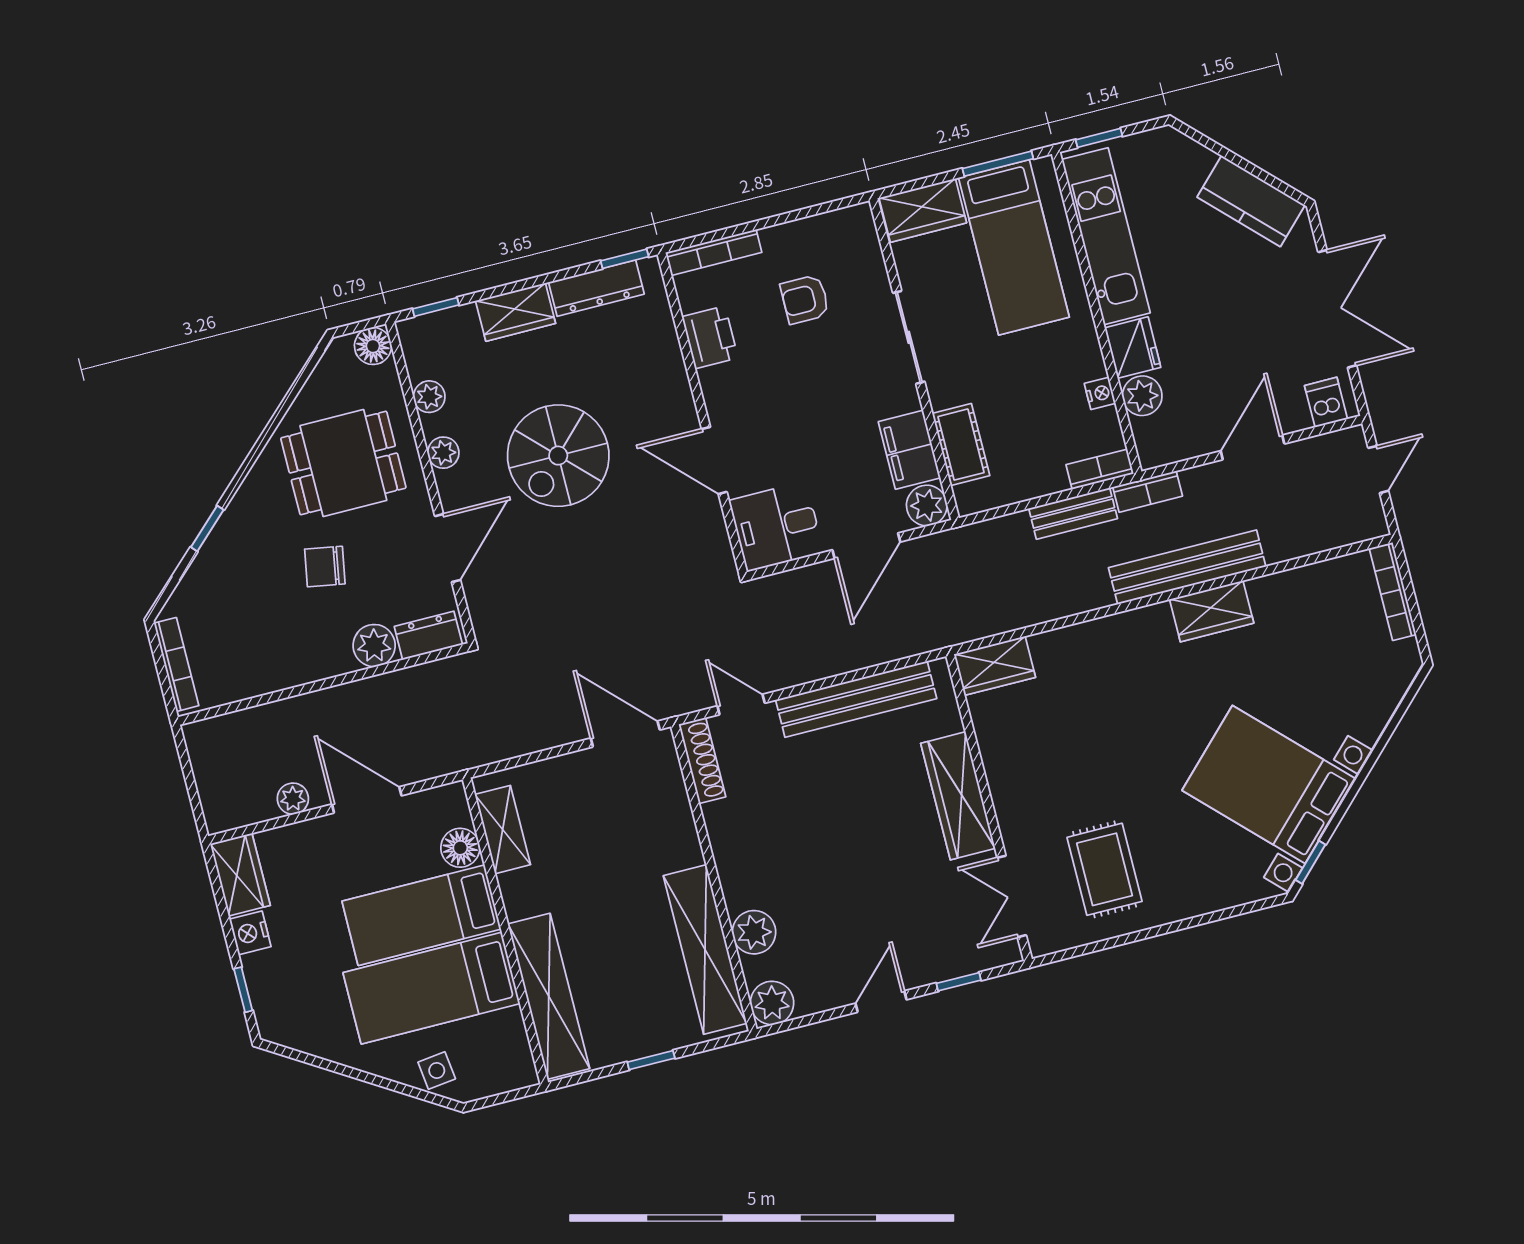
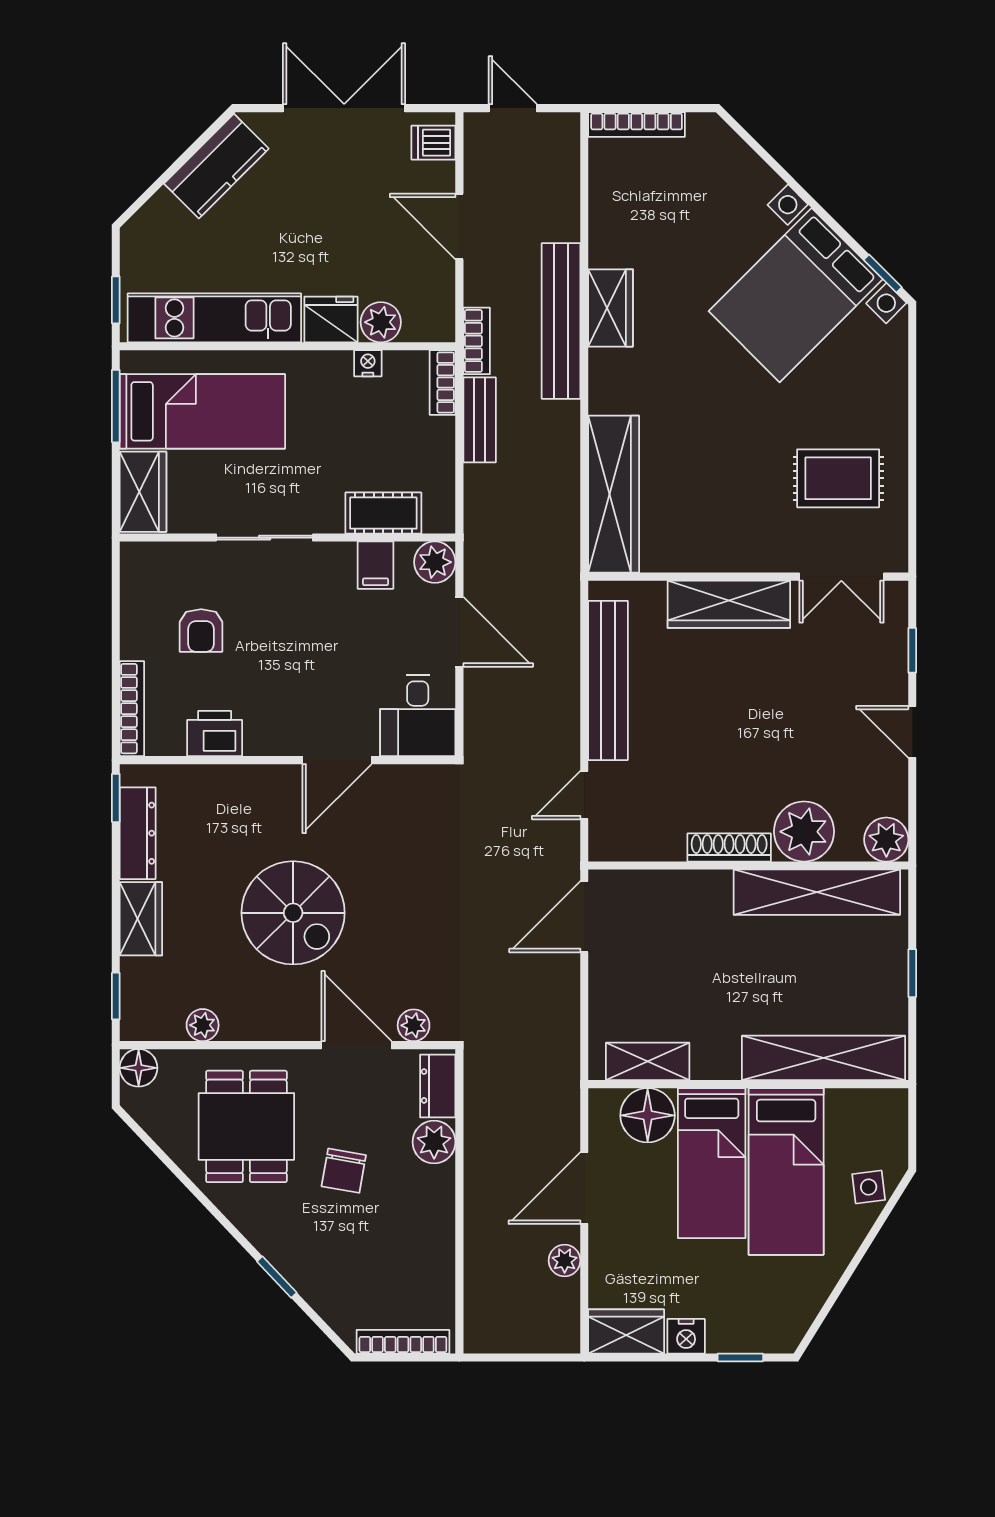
filing cabinet: (909, 450) -> (376, 565), width x0.50
plant: (443, 453) -> (414, 1025), moved
wardrobe: (995, 666) -> (614, 494), width x2.10, depth x1.17
shoe rack: (702, 761) -> (729, 847), moved
floor lamp: (460, 848) -> (648, 1115), width x1.38, depth x1.38
plant: (754, 932) -> (804, 832), width x1.36, depth x1.36

